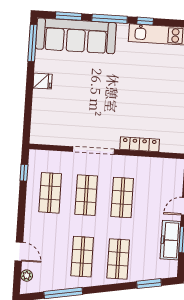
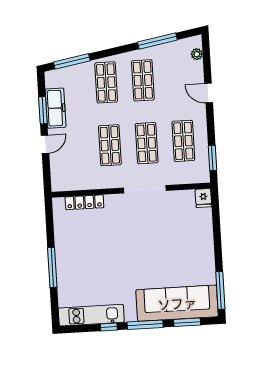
fridge: (43, 81) -> (203, 198), moved, turned -90
locker: (140, 144) -> (84, 202), moved
window: (24, 173) -> (212, 158), width x1.50
door: (19, 251) -> (209, 93), moved
window: (149, 284) -> (72, 61), width x1.44

